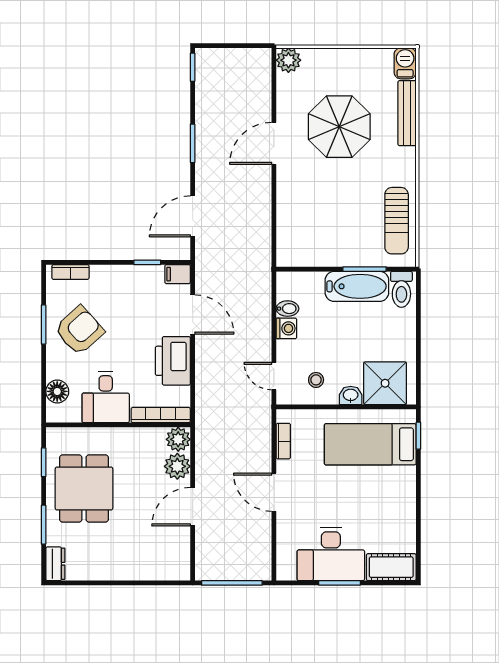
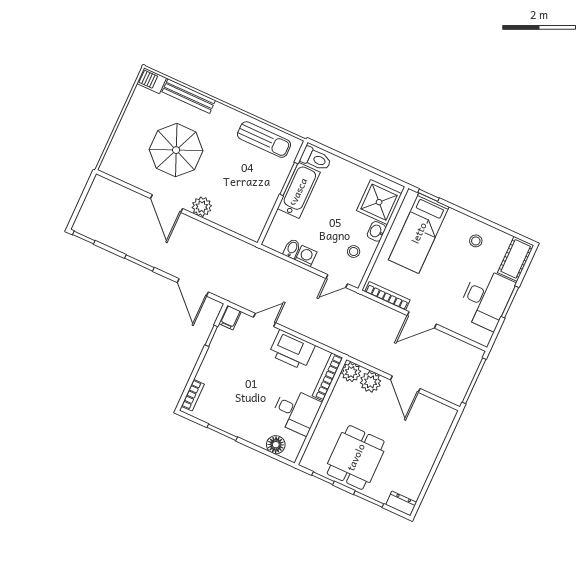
plant: (288, 60) -> (202, 207), moved
door: (193, 315) -> (265, 320), width x0.73
armchair: (79, 330) -> (238, 408), removed
bookcase: (283, 441) -> (387, 296), width x1.56
dining table: (84, 488) -> (356, 457), turned 90
stool: (391, 513) -> (476, 241), added

